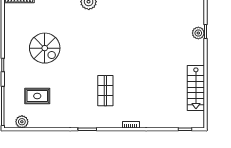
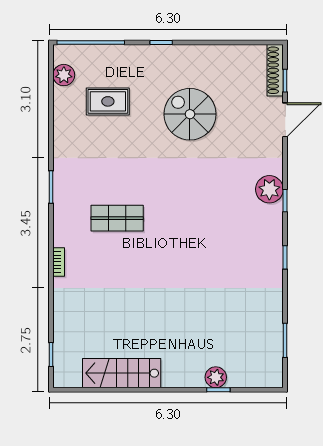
spiral stairs: (45, 48) -> (190, 114), turned 90
rug: (37, 96) -> (108, 101), turned 90

